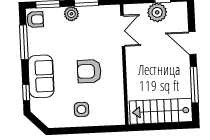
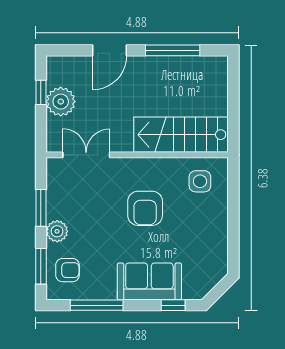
armchair: (35, 20) -> (68, 270), moved, turned 90
side table: (81, 109) -> (200, 181), moved
stairs: (161, 111) -> (181, 135), moved, turned 90

